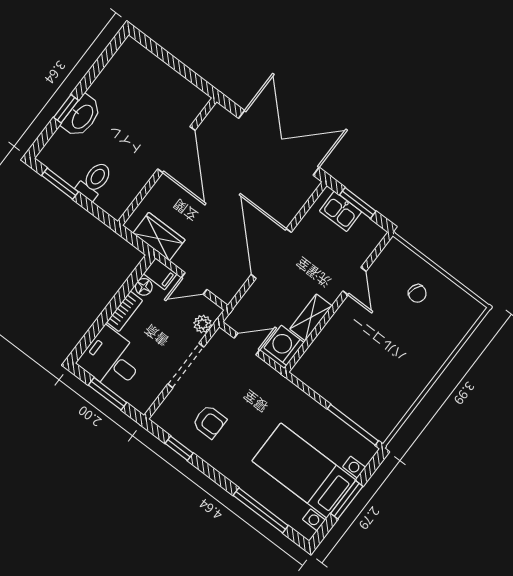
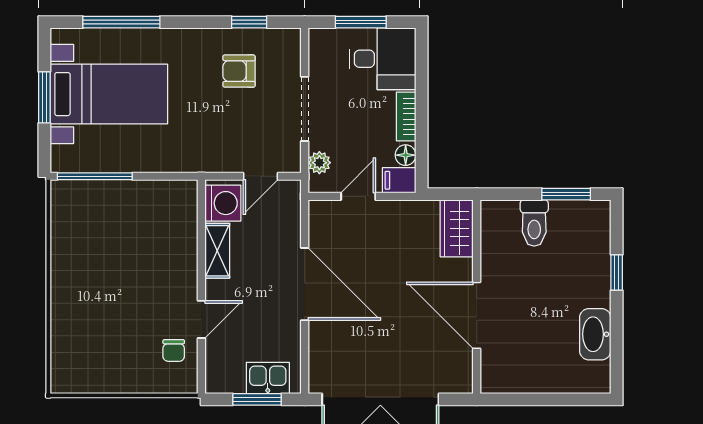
washbasin: (82, 116) -> (595, 334), moved
wardrobe: (159, 237) -> (457, 228), moved, turned 90
door: (354, 281) -> (201, 319), swing flipped
chair: (417, 293) -> (174, 350), moved, turned -110

